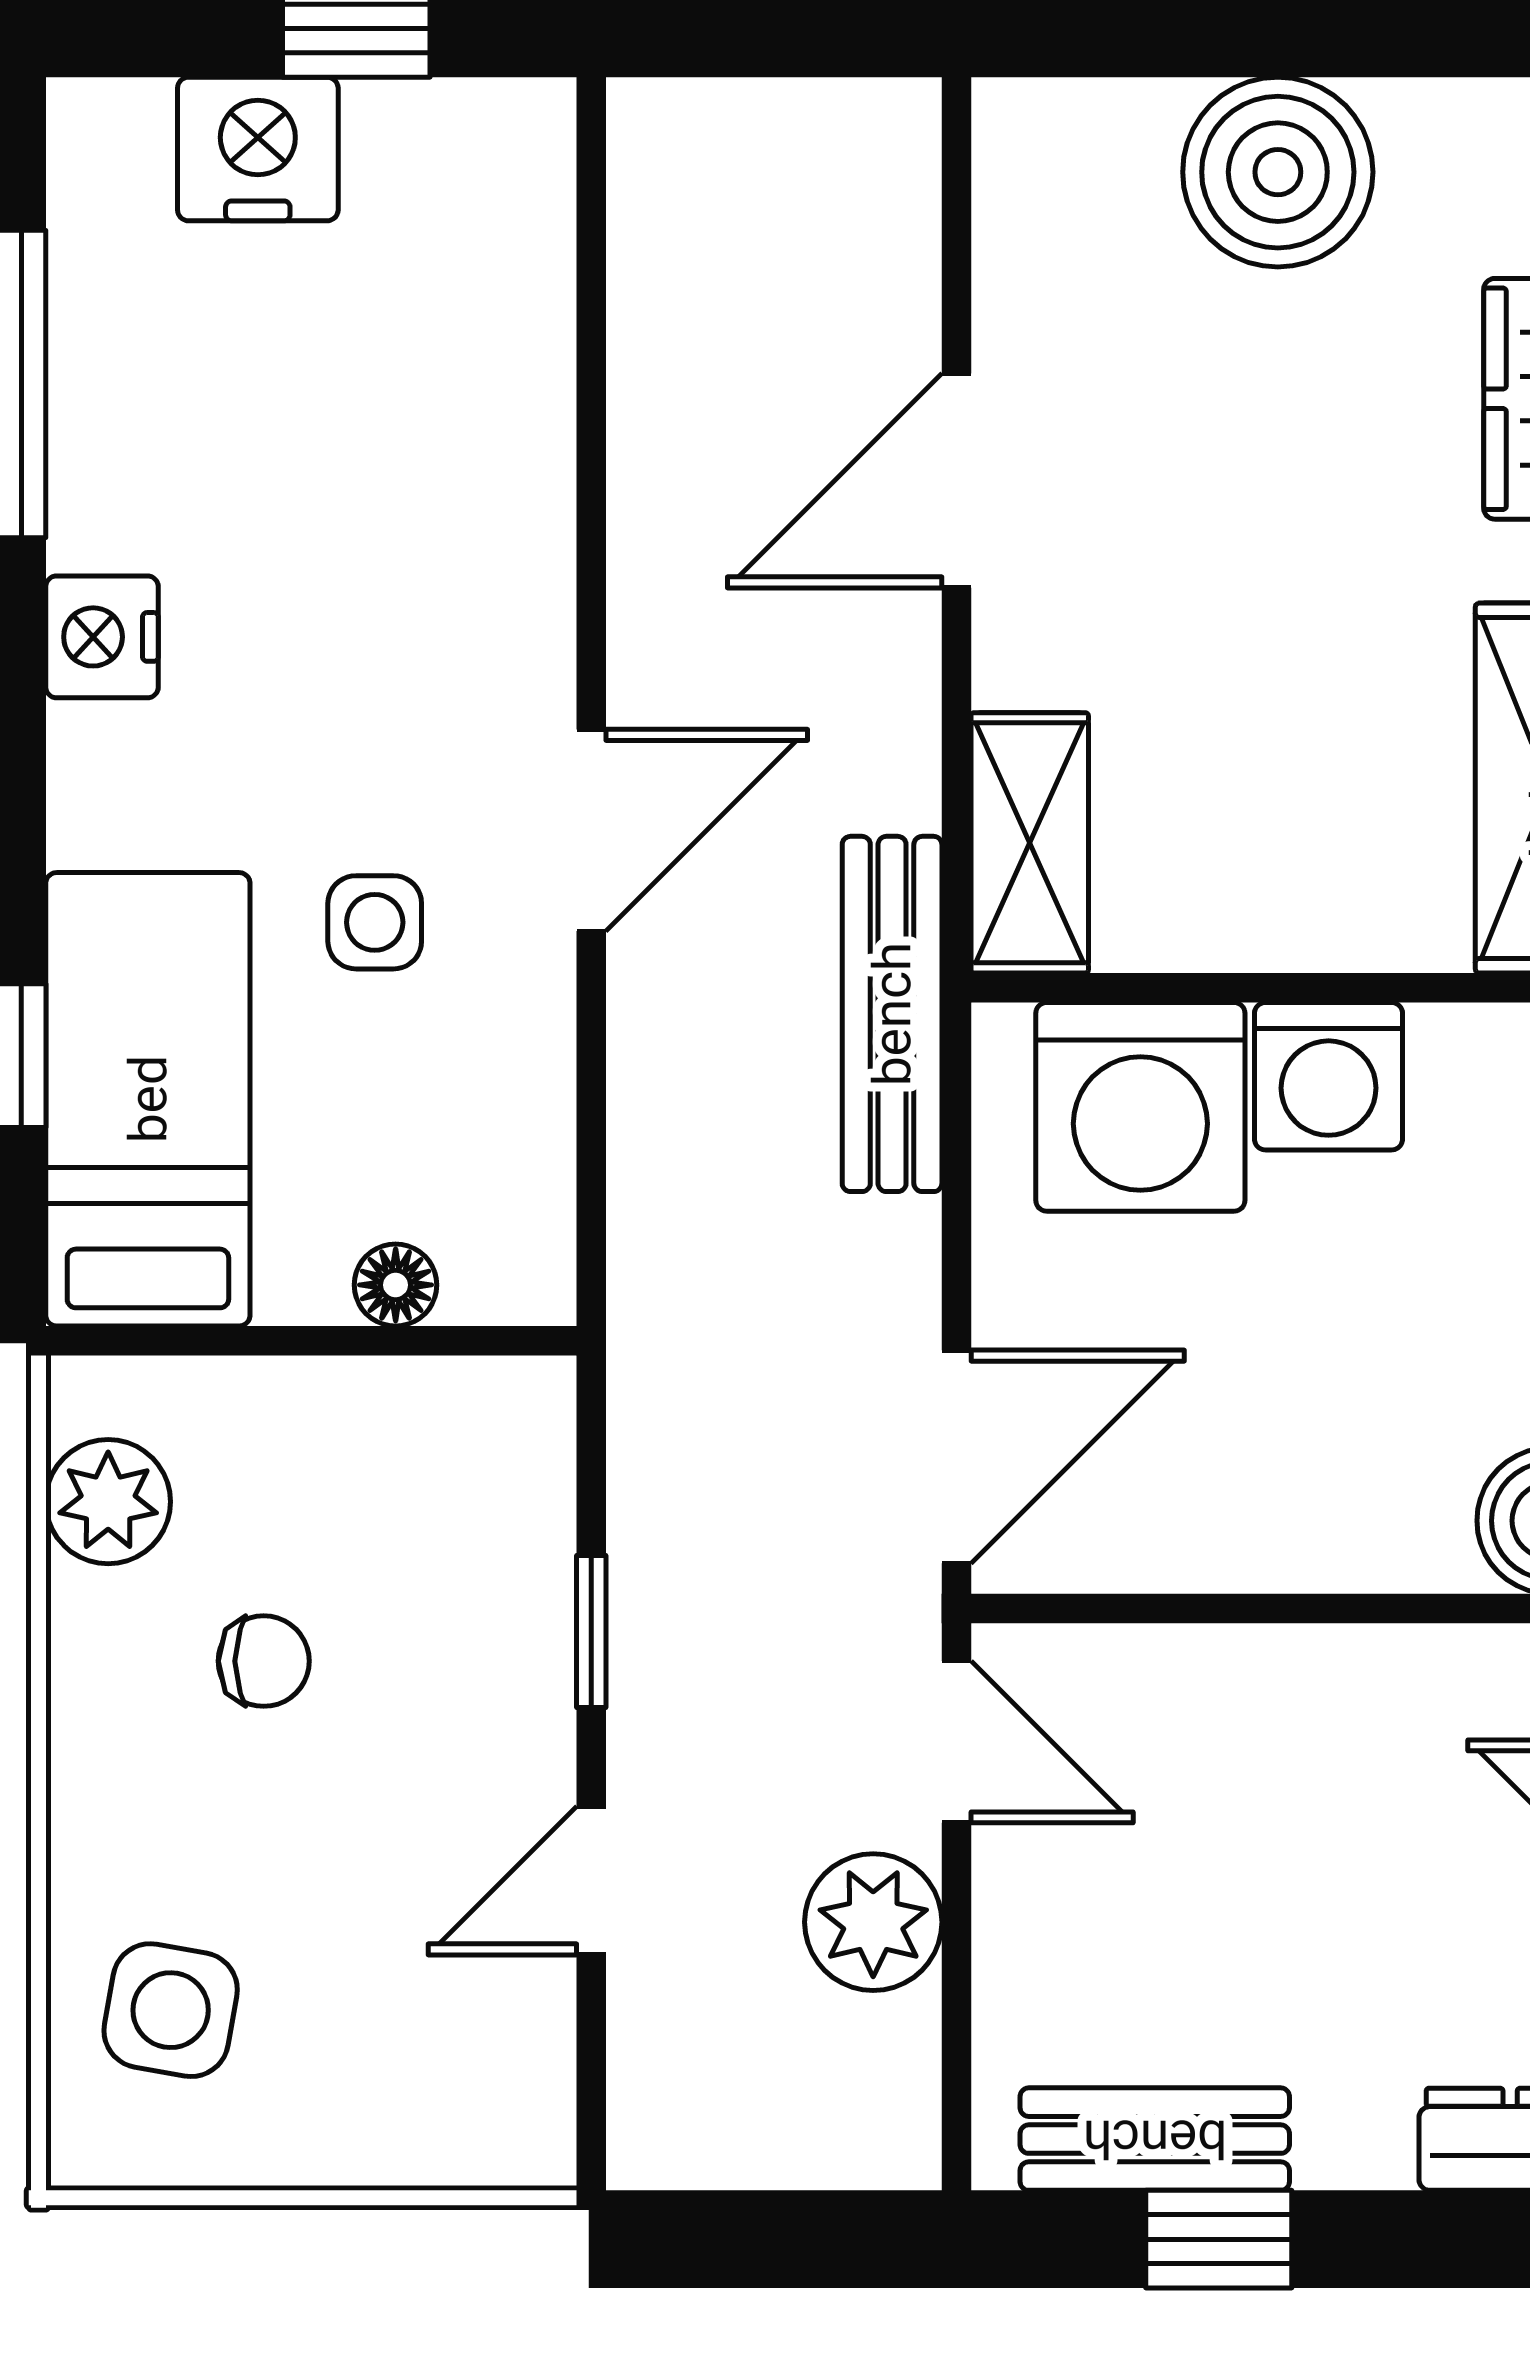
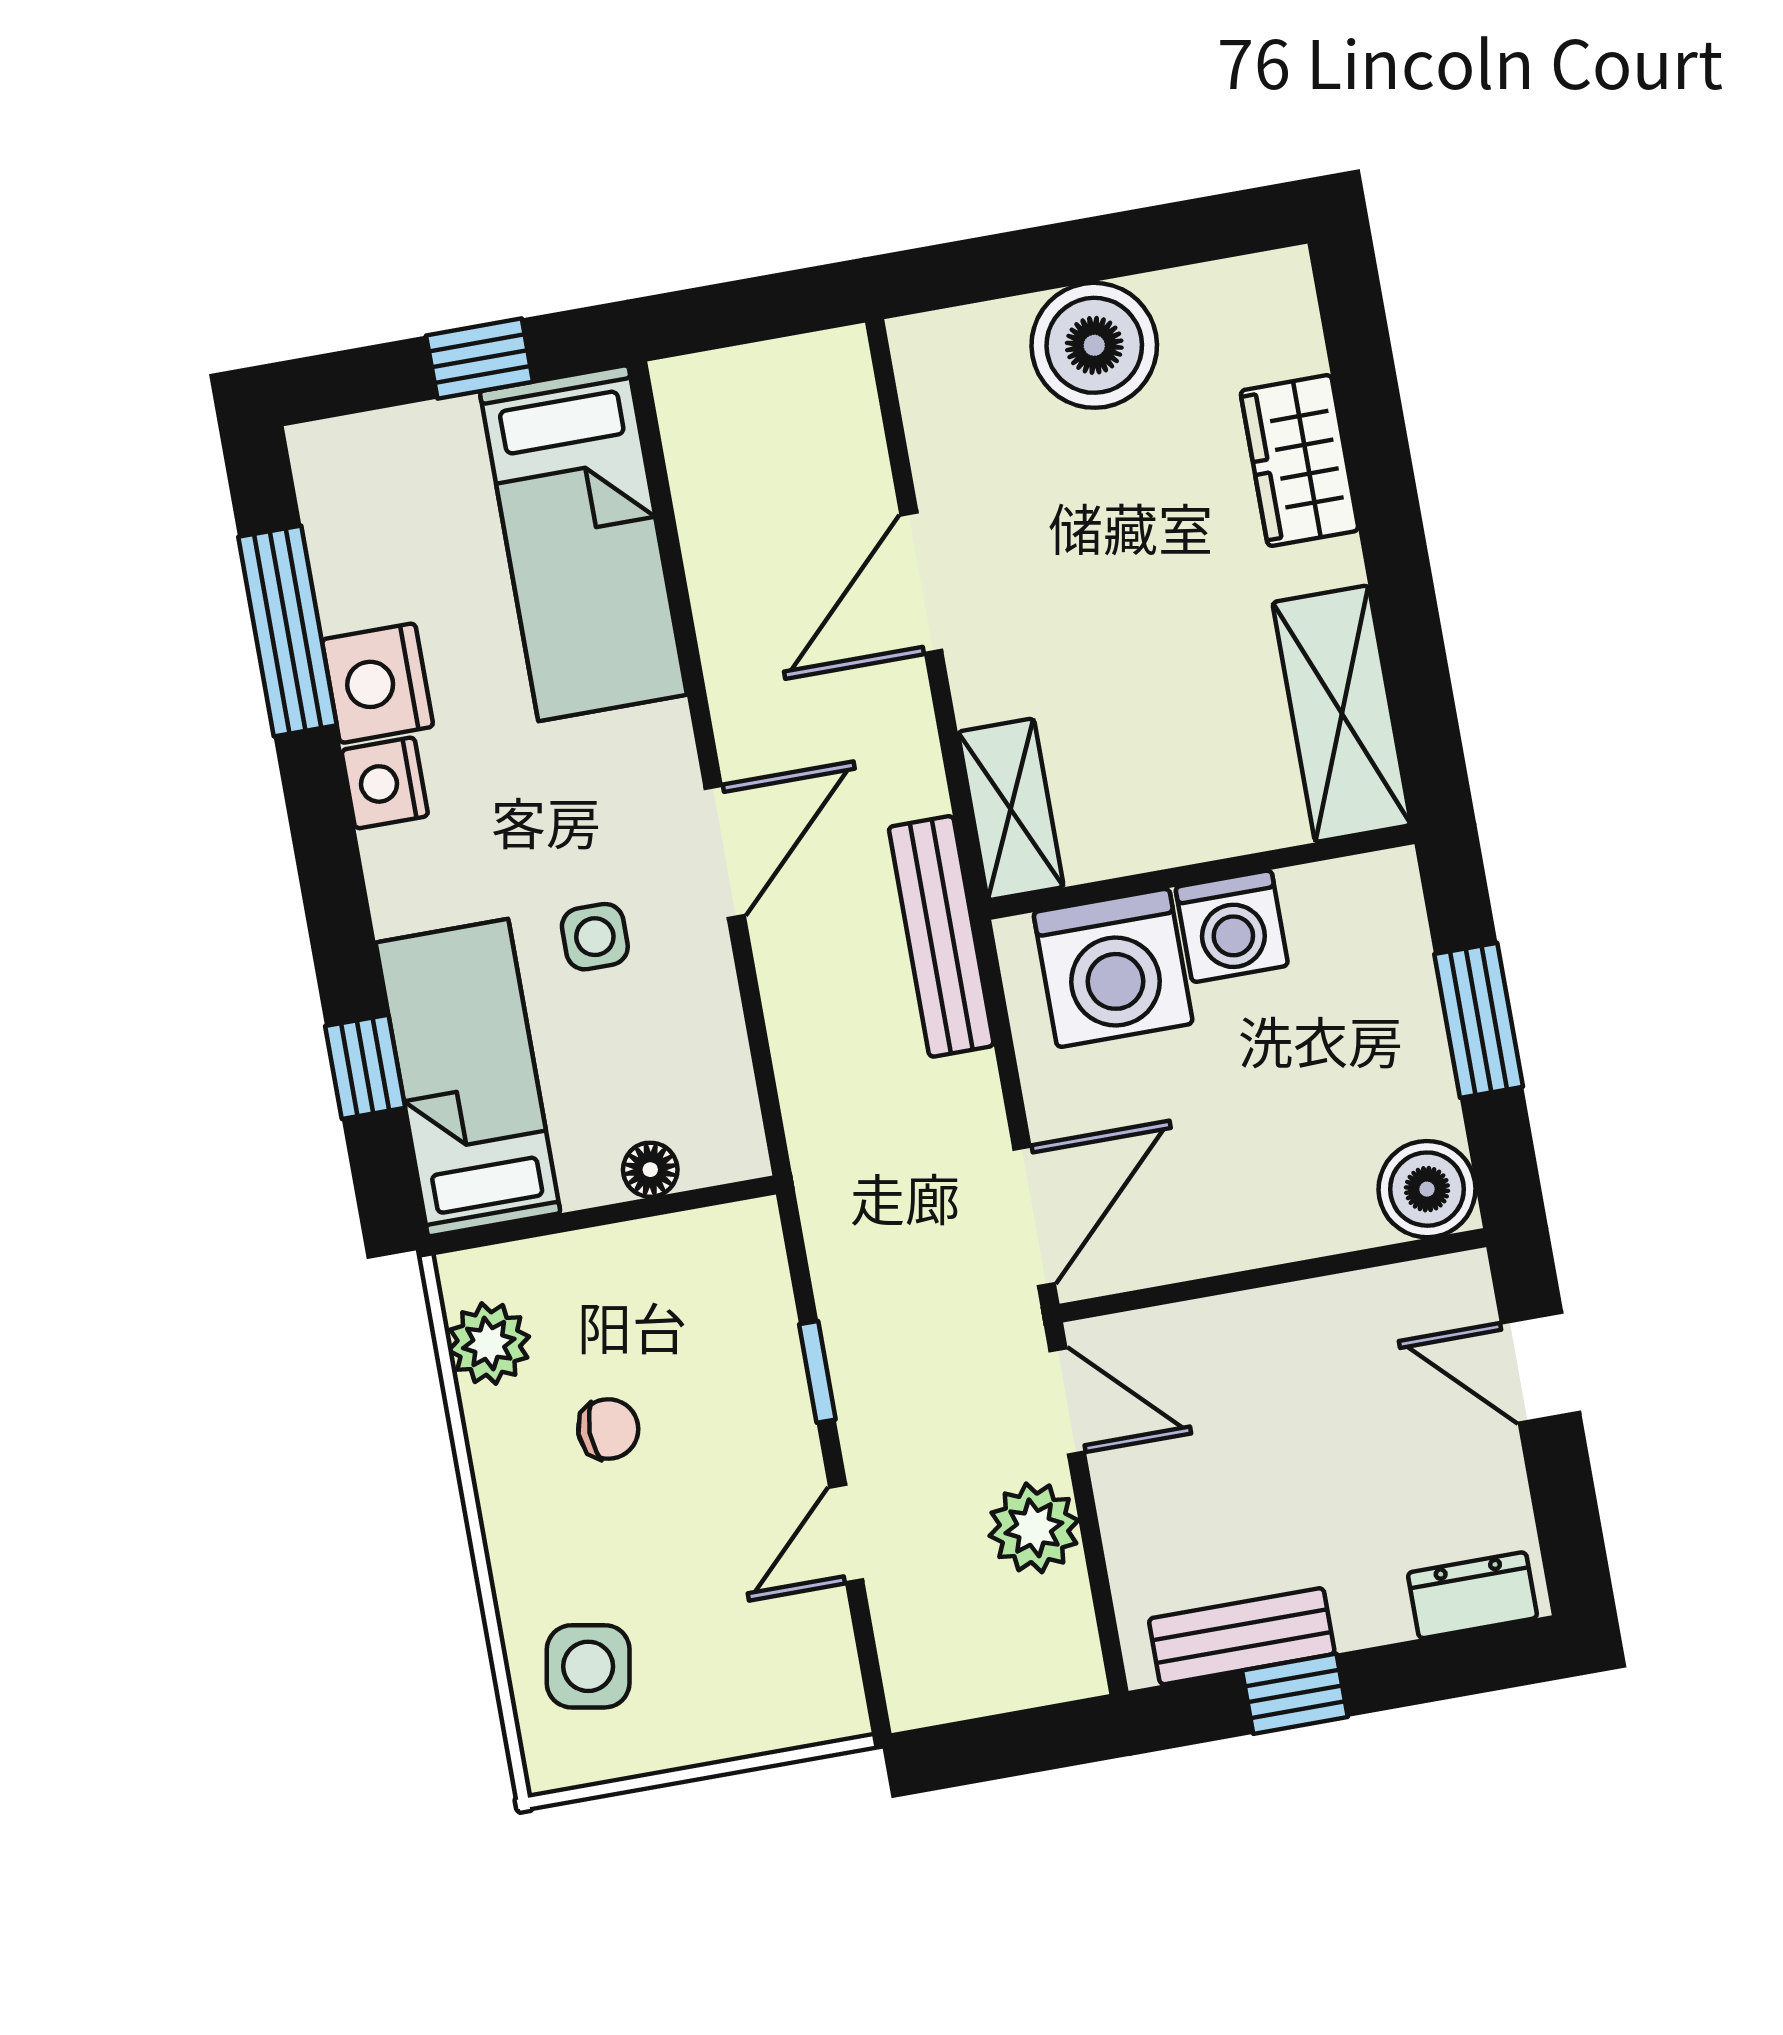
nightstand: (258, 149) -> (378, 683), moved, turned -90
bed: (462, 331) -> (583, 543), added

